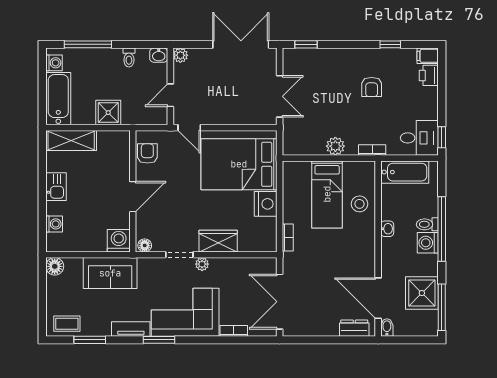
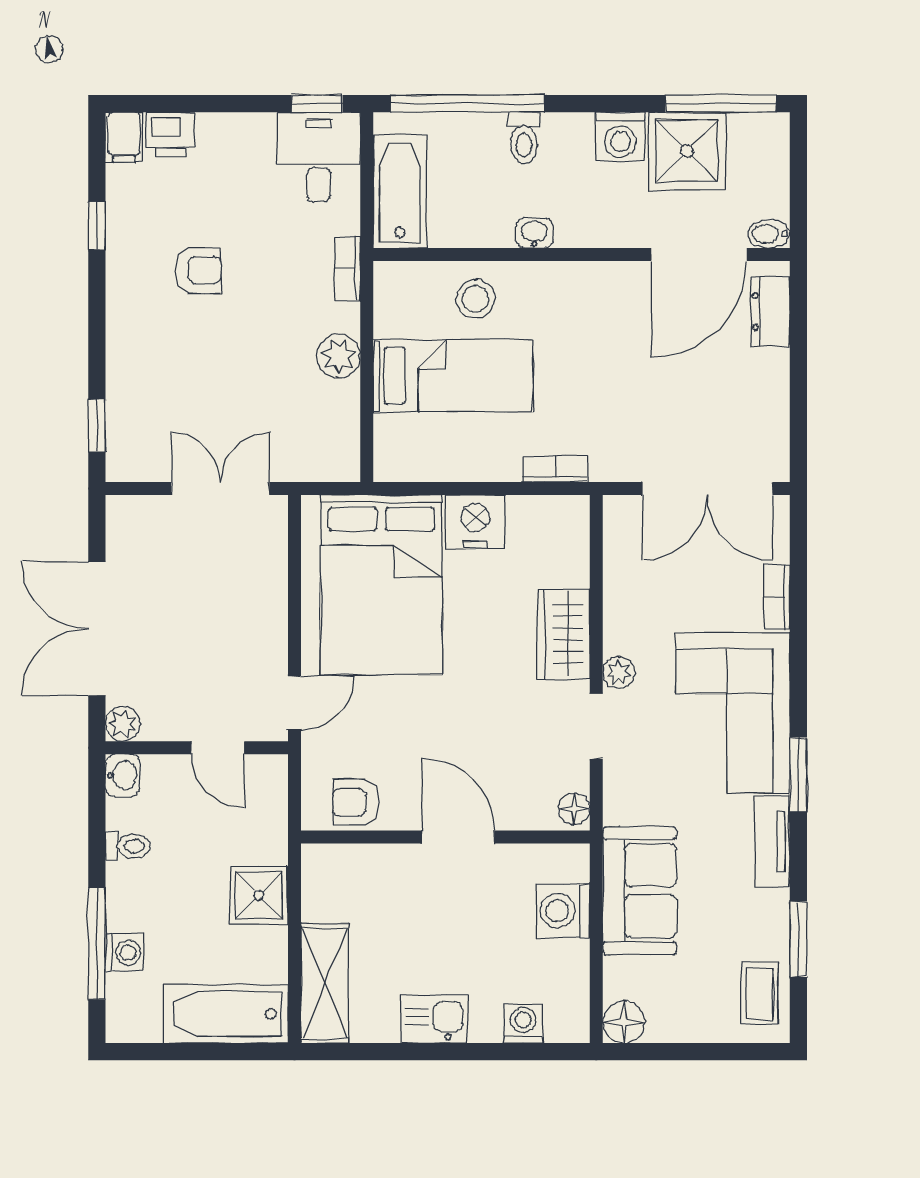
double door: (241, 44) -> (97, 629), moved
washing machine: (54, 63) -> (124, 952), moved, turned 90
window: (442, 229) -> (468, 104), moved
washing machine: (119, 241) -> (563, 911), moved
washing machine: (428, 243) -> (620, 137), moved

